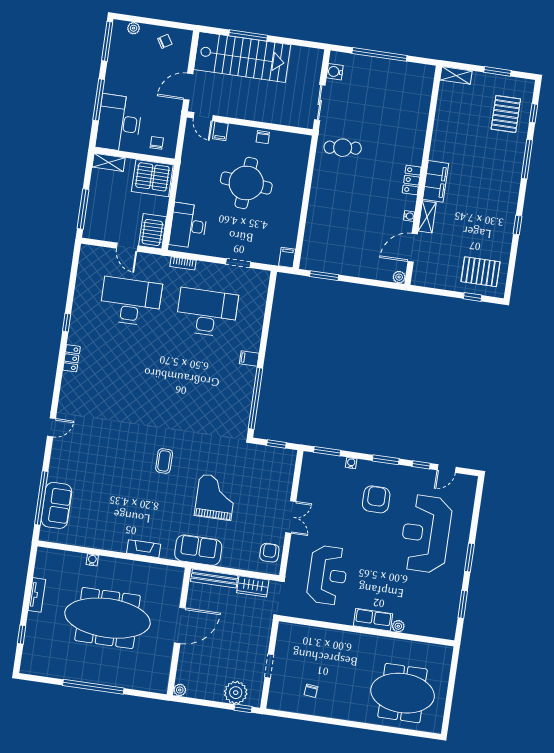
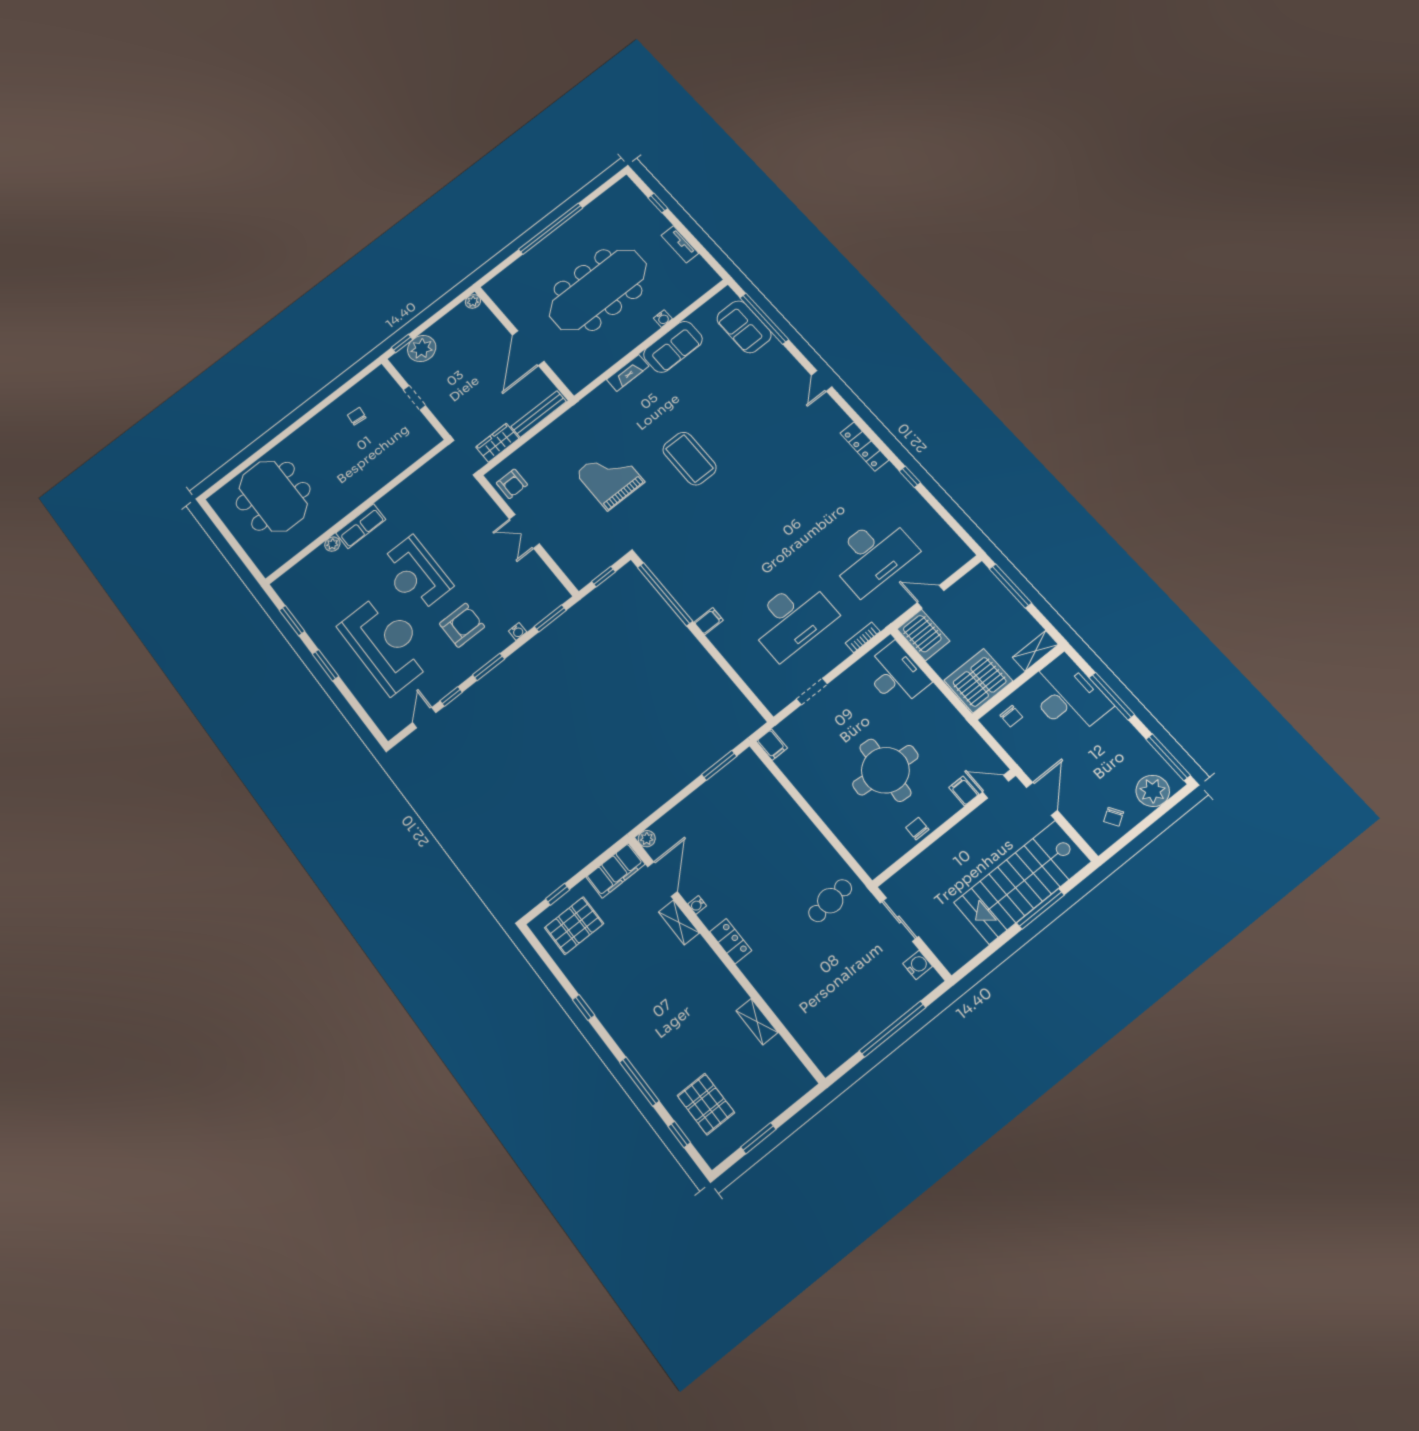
plant: (134, 28) -> (1153, 791), width x1.88, depth x1.88
shelving: (456, 75) -> (757, 1022), moved, turned 90
filing cabinet: (436, 181) -> (616, 871), moved, turned -90
locker: (71, 358) -> (864, 447), width x1.53
coffee table: (164, 461) -> (689, 459), width x1.86, depth x1.72
grand piano: (215, 497) -> (610, 477), turned 180
armchair: (376, 499) -> (462, 625), turned -90
sofa: (198, 550) -> (673, 347), moved
reception desk: (328, 575) -> (415, 574), moved
meeting table: (403, 693) -> (273, 496), turned 90

